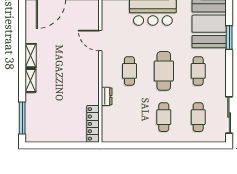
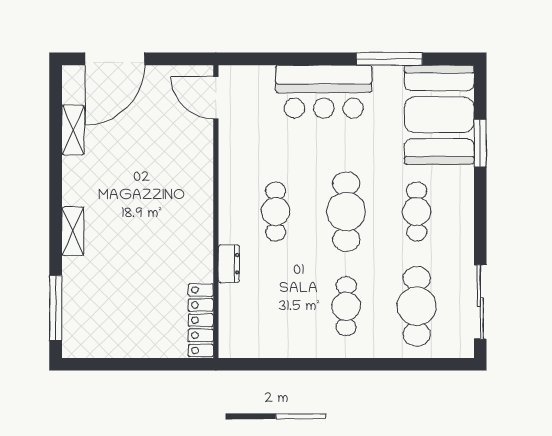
door: (100, 40) -> (216, 98), moved
shelving: (31, 55) -> (73, 130), moved
cafe table: (198, 117) -> (417, 306), width x1.37, depth x1.35

